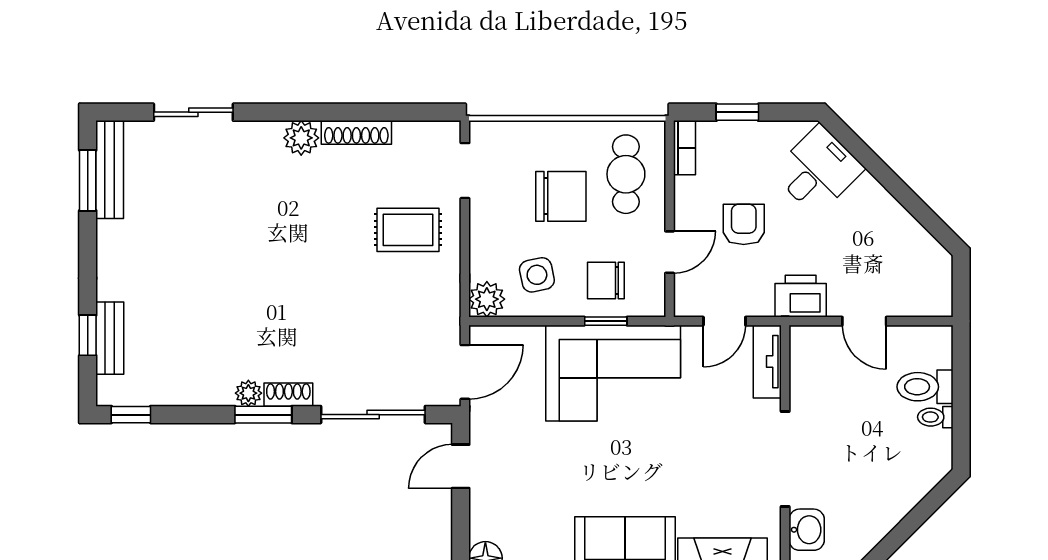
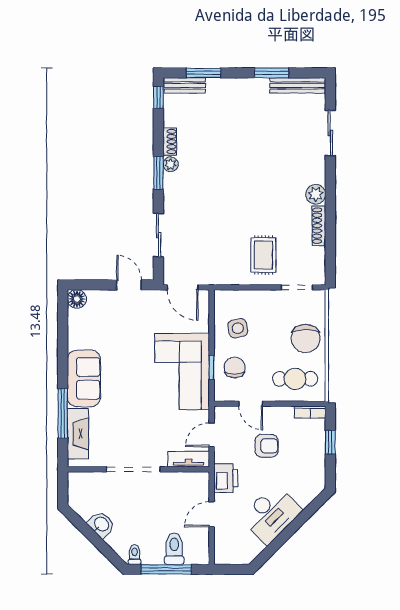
desk: (818, 170) -> (271, 514), moved, width x1.37
window: (88, 180) -> (272, 73), moved
chair: (561, 196) -> (306, 338), moved
plant: (487, 299) -> (224, 300), removed
door: (724, 321) -> (212, 435), hinge flipped
window: (88, 335) -> (203, 73), width x1.50
bench: (110, 338) -> (185, 85), moved
shoe rack: (288, 395) -> (170, 142), moved
window: (961, 401) -> (166, 569), added
sliding door: (373, 415) -> (158, 235), width x0.73
toilet: (935, 417) -> (135, 555), moved
washbasin: (807, 530) -> (101, 524), moved, turned -135

